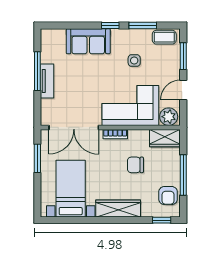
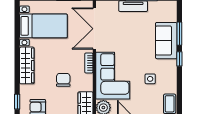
window: (143, 26) -> (179, 34), moved

